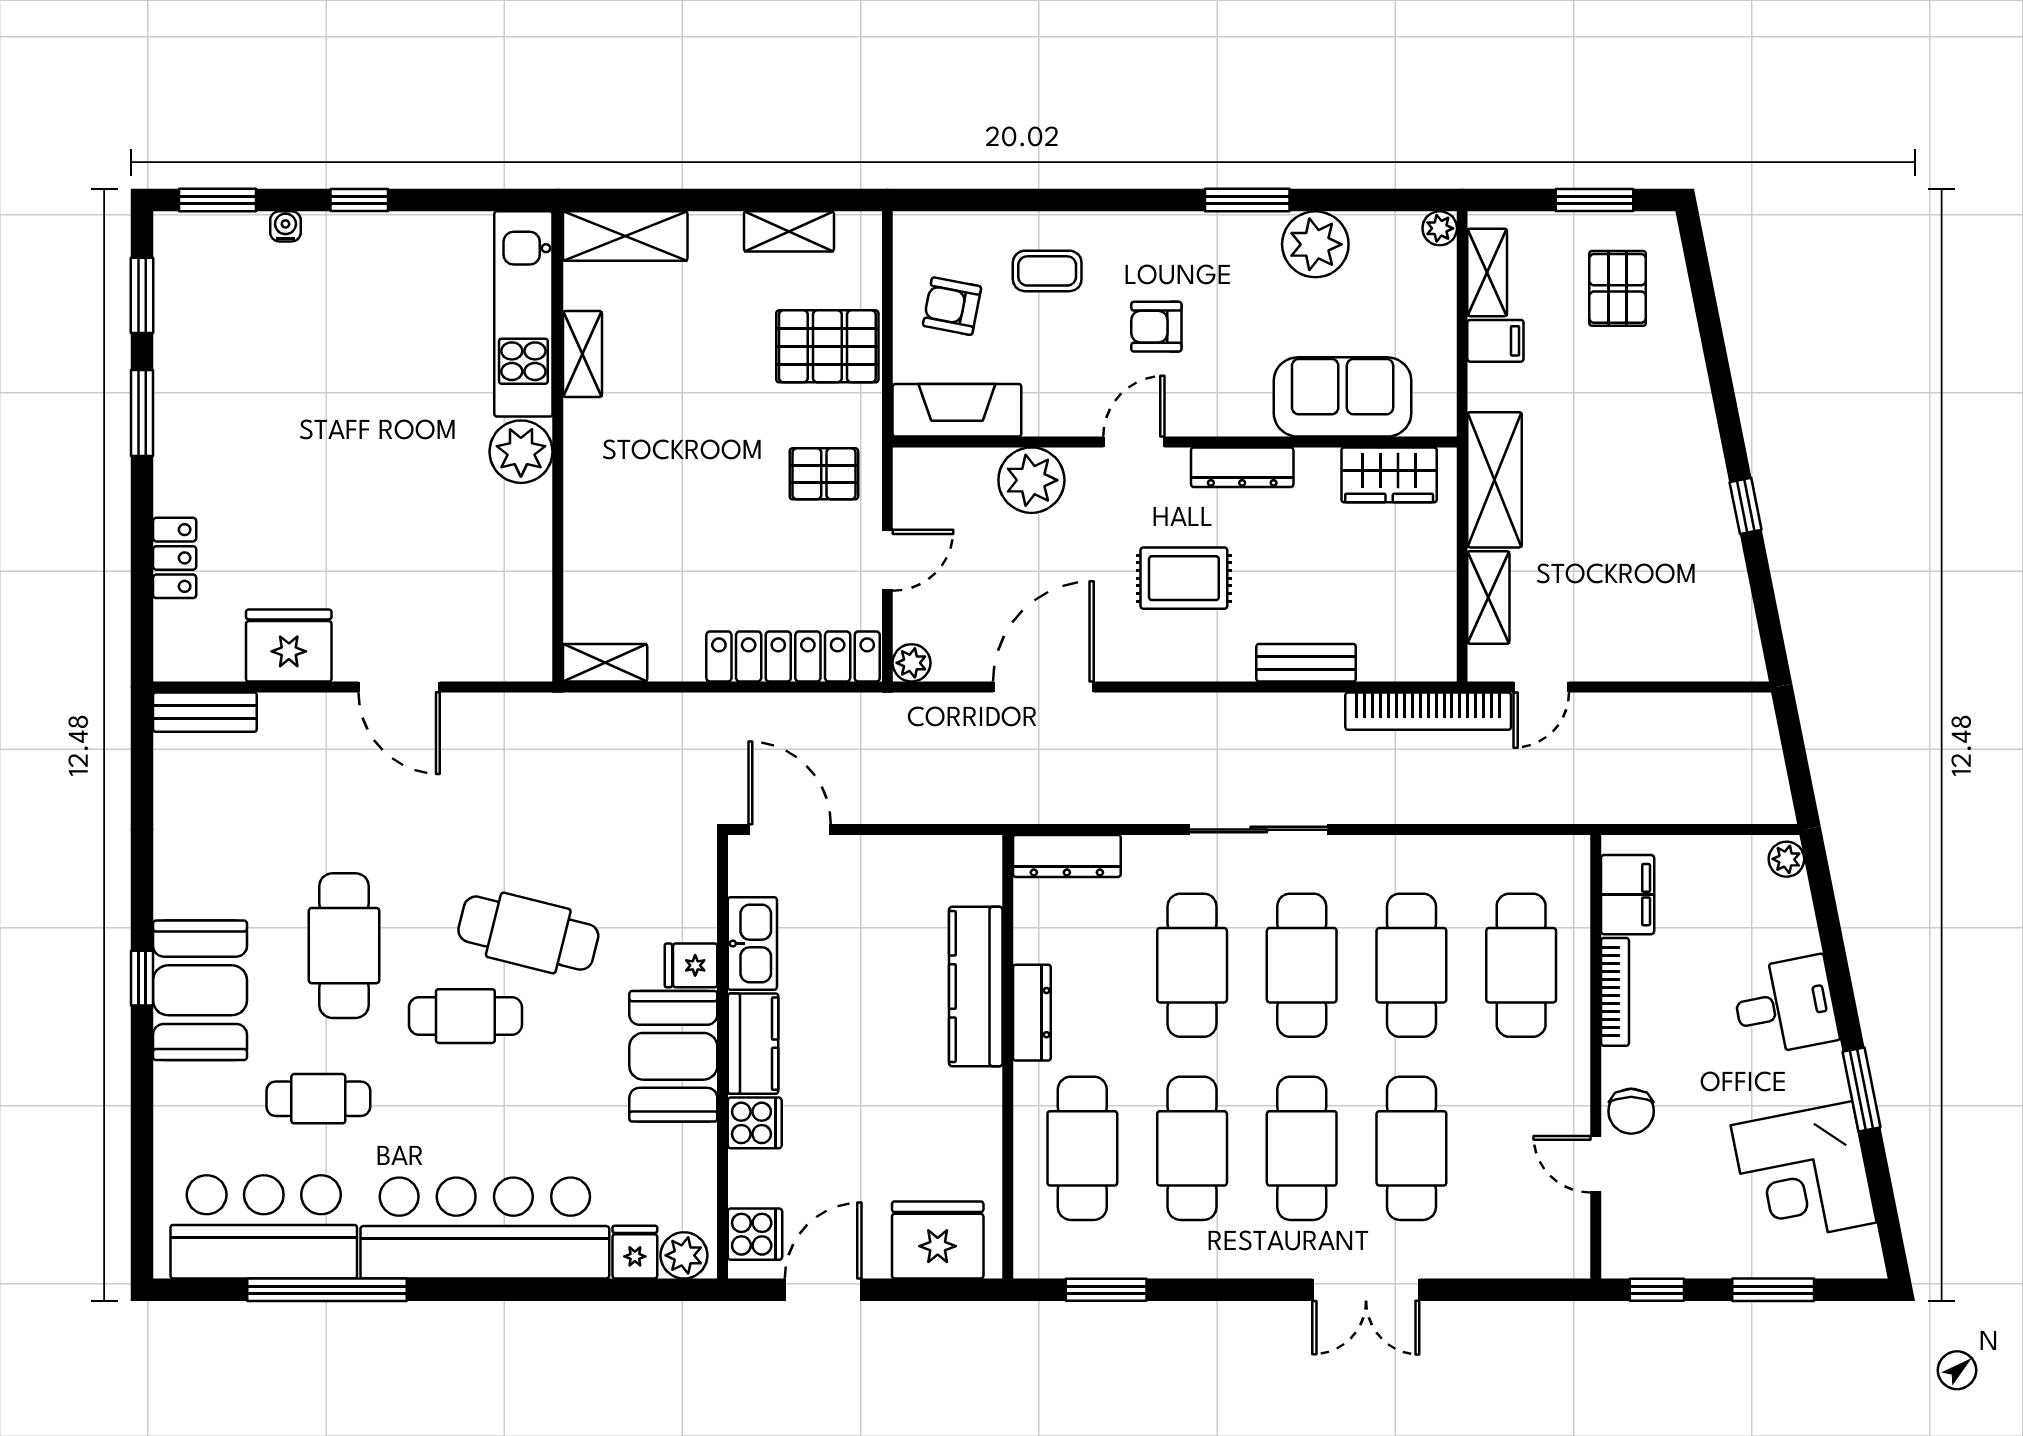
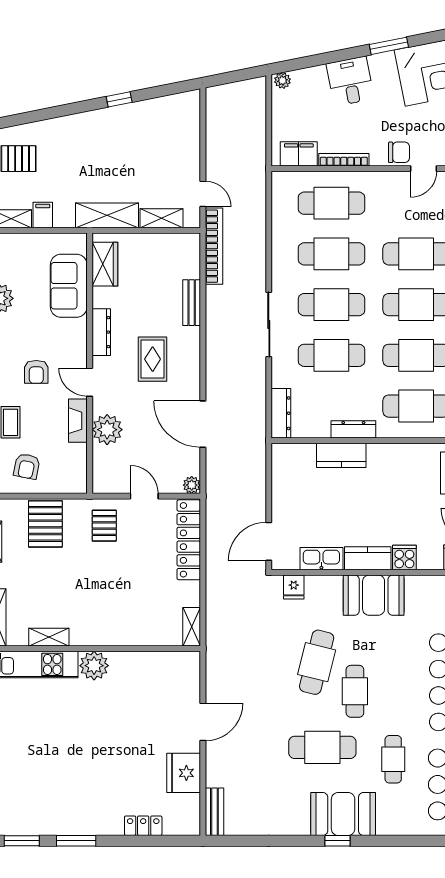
fireplace: (957, 410) -> (78, 421), moved, width x0.73, depth x0.76
fridge: (691, 965) -> (294, 587), moved
kitchen counter: (976, 987) -> (341, 455), width x0.67

